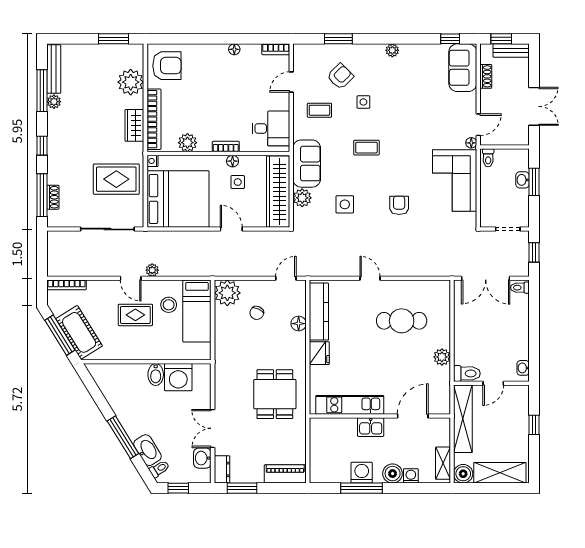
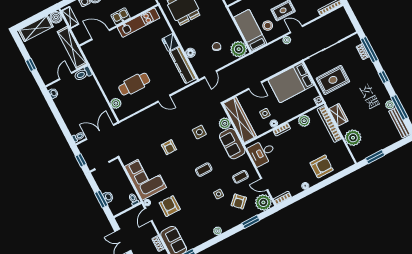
plant: (306, 57) -> (263, 202), added
armchair: (167, 66) -> (322, 166), moved, turned 180
door: (291, 82) -> (264, 184), swing flipped
armchair: (442, 121) -> (170, 206), added
bed: (178, 199) -> (291, 83), width x0.73
plant: (442, 357) -> (116, 103), moved
door: (413, 416) -> (101, 35), swing flipped

